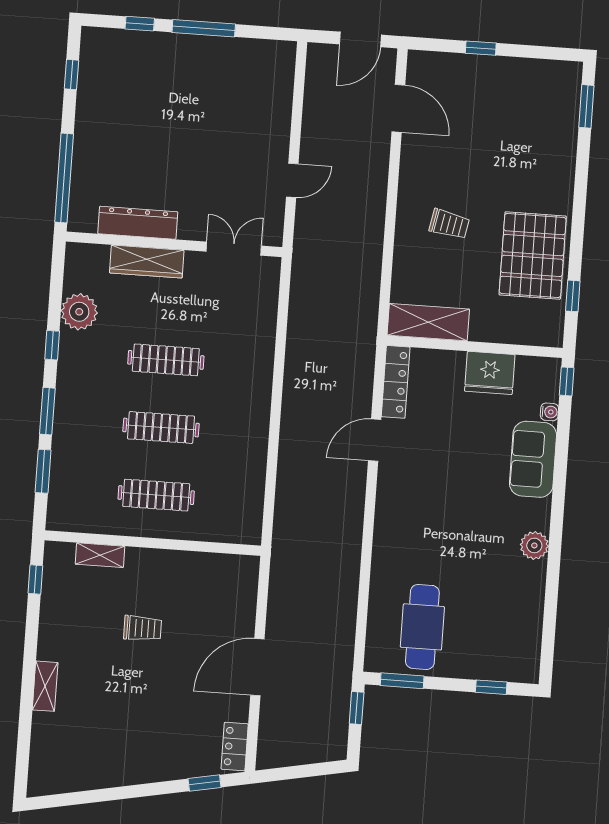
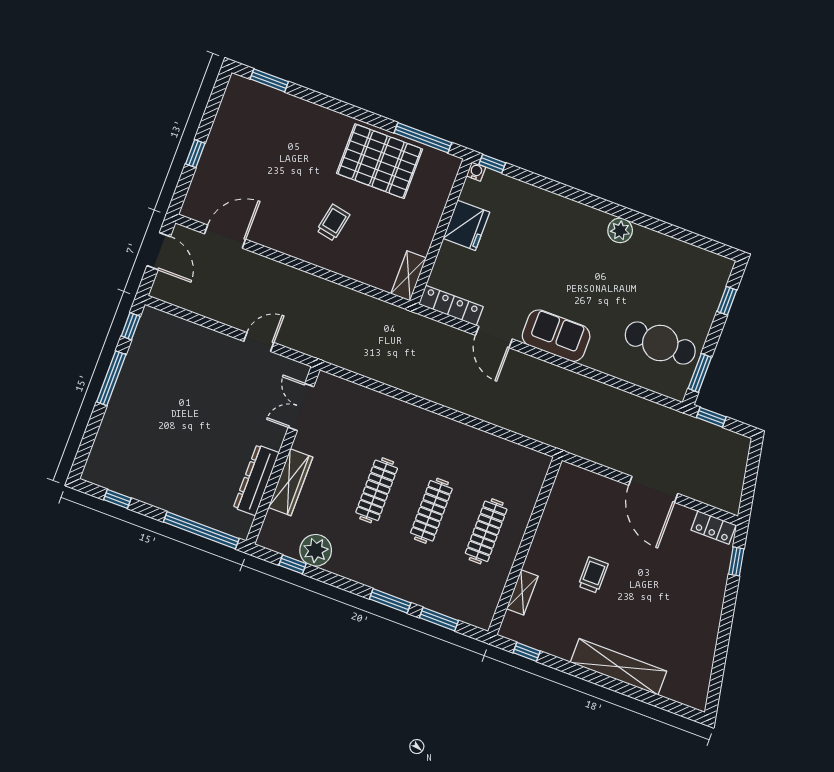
window: (140, 24) -> (131, 326), moved
door: (292, 180) -> (259, 342), hinge flipped
window: (573, 296) -> (423, 138), width x2.17
shelving: (428, 322) -> (409, 276), width x0.67, depth x0.75
window: (52, 345) -> (293, 564), moved
water cooler: (549, 412) -> (476, 172), moved
sofa: (533, 459) -> (556, 336), moved, turned 180
shelving: (45, 686) -> (618, 667), width x2.20, depth x1.33

